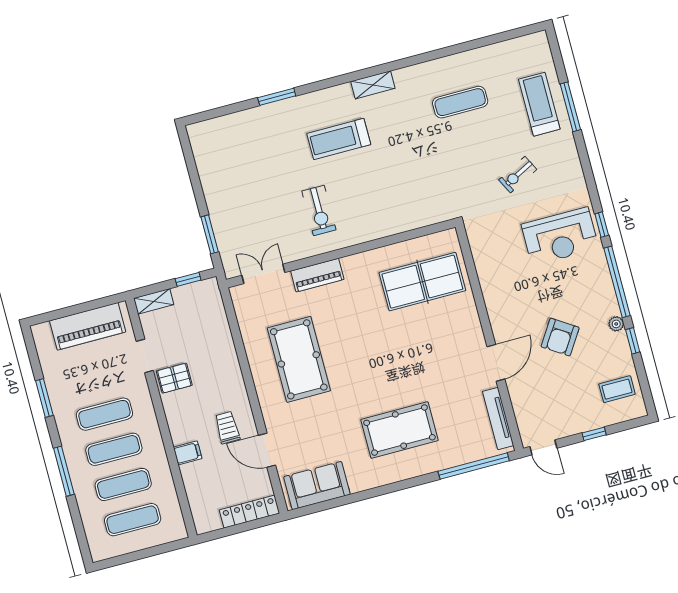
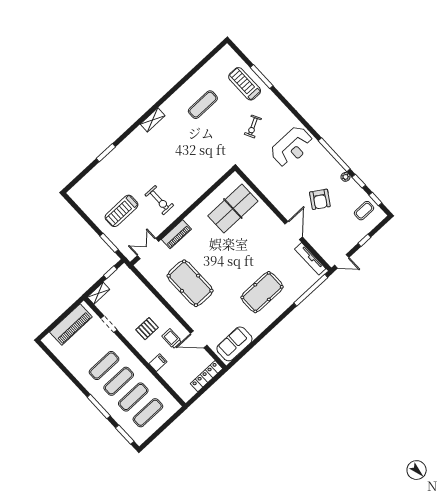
treadmill: (339, 139) -> (122, 211), moved
window: (602, 225) -> (375, 199), moved
pallet: (174, 378) -> (147, 329), moved
window: (44, 398) -> (125, 435), moved

